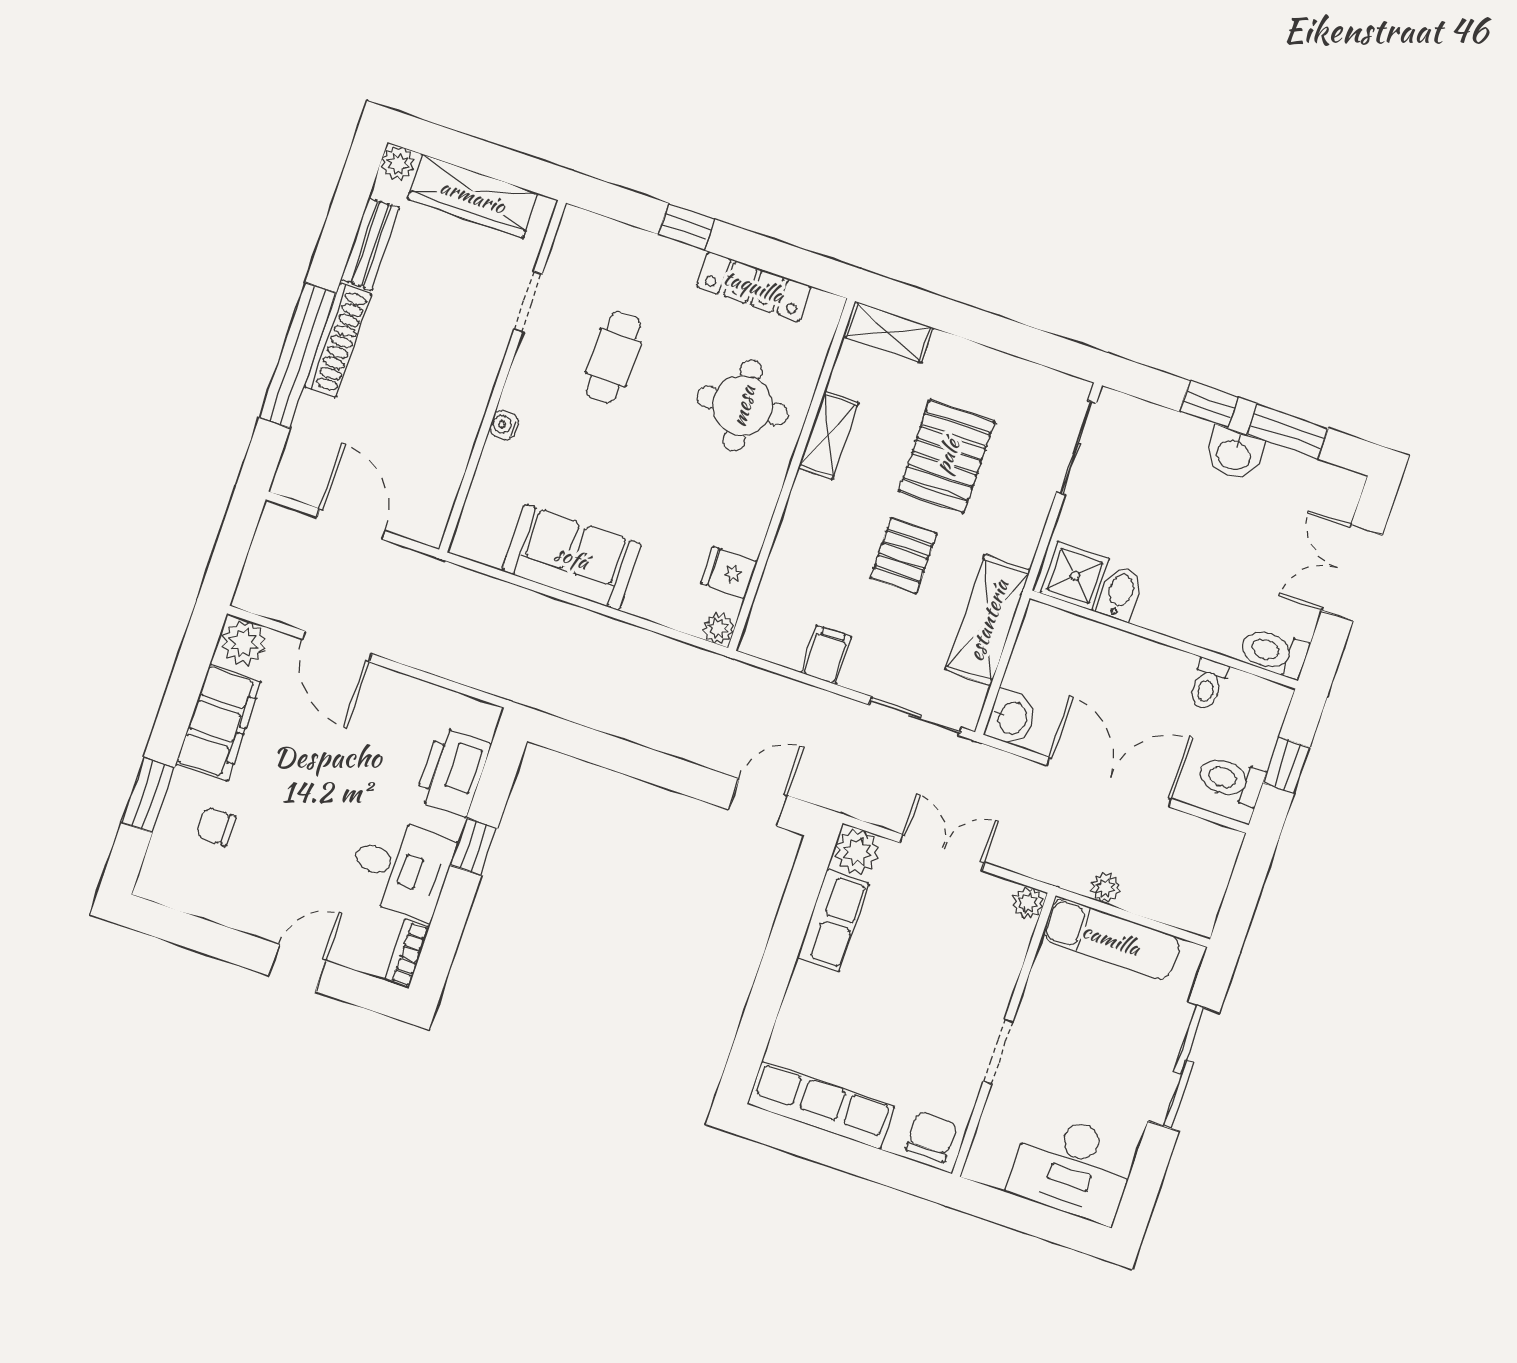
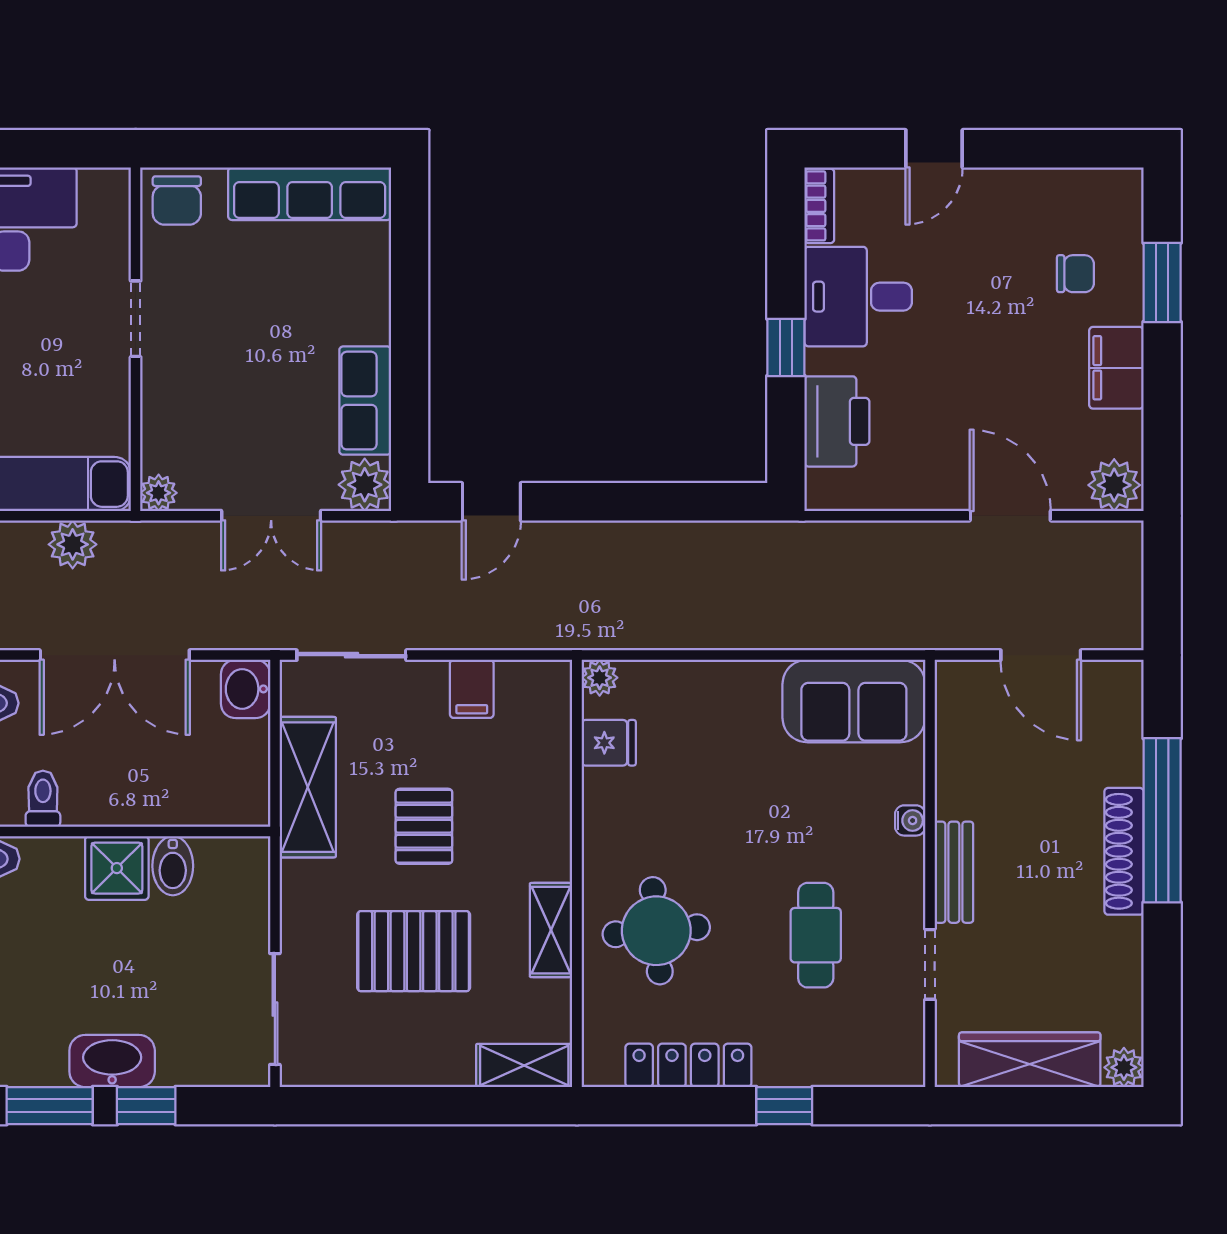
bench: (370, 244) -> (954, 872), moved
washbasin: (1234, 454) -> (112, 1061), width x1.38
pallet: (947, 456) -> (414, 951), turned 90
sofa: (572, 557) -> (854, 701), moved
shower: (1075, 576) -> (117, 868), moved
filing cabinet: (219, 723) -> (1116, 368), width x0.67, depth x0.86
plant: (1105, 888) -> (73, 544), width x1.38, depth x1.38

